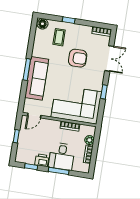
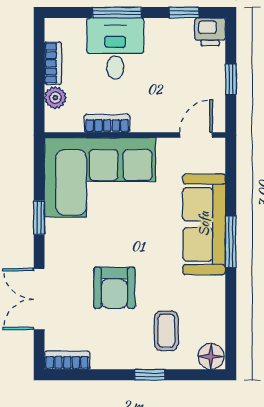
armchair: (78, 58) -> (114, 288), turned -90
printer: (42, 160) -> (210, 32), moved

